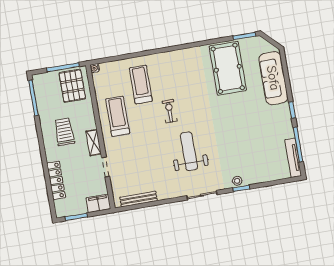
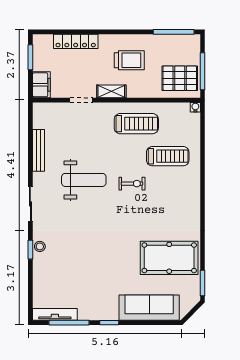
weight bench: (189, 151) -> (84, 180), moved
bench: (139, 199) -> (39, 150), moved

